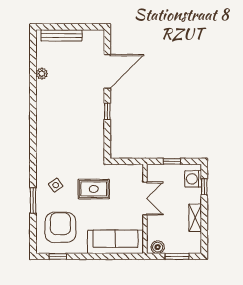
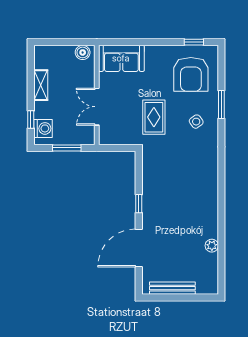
bench: (62, 35) -> (172, 288), moved
window: (172, 161) -> (67, 148), width x1.50
rug: (94, 189) -> (154, 117), turned 90
sofa: (115, 242) -> (121, 58), width x0.73
window: (177, 256) -> (61, 42), removed

